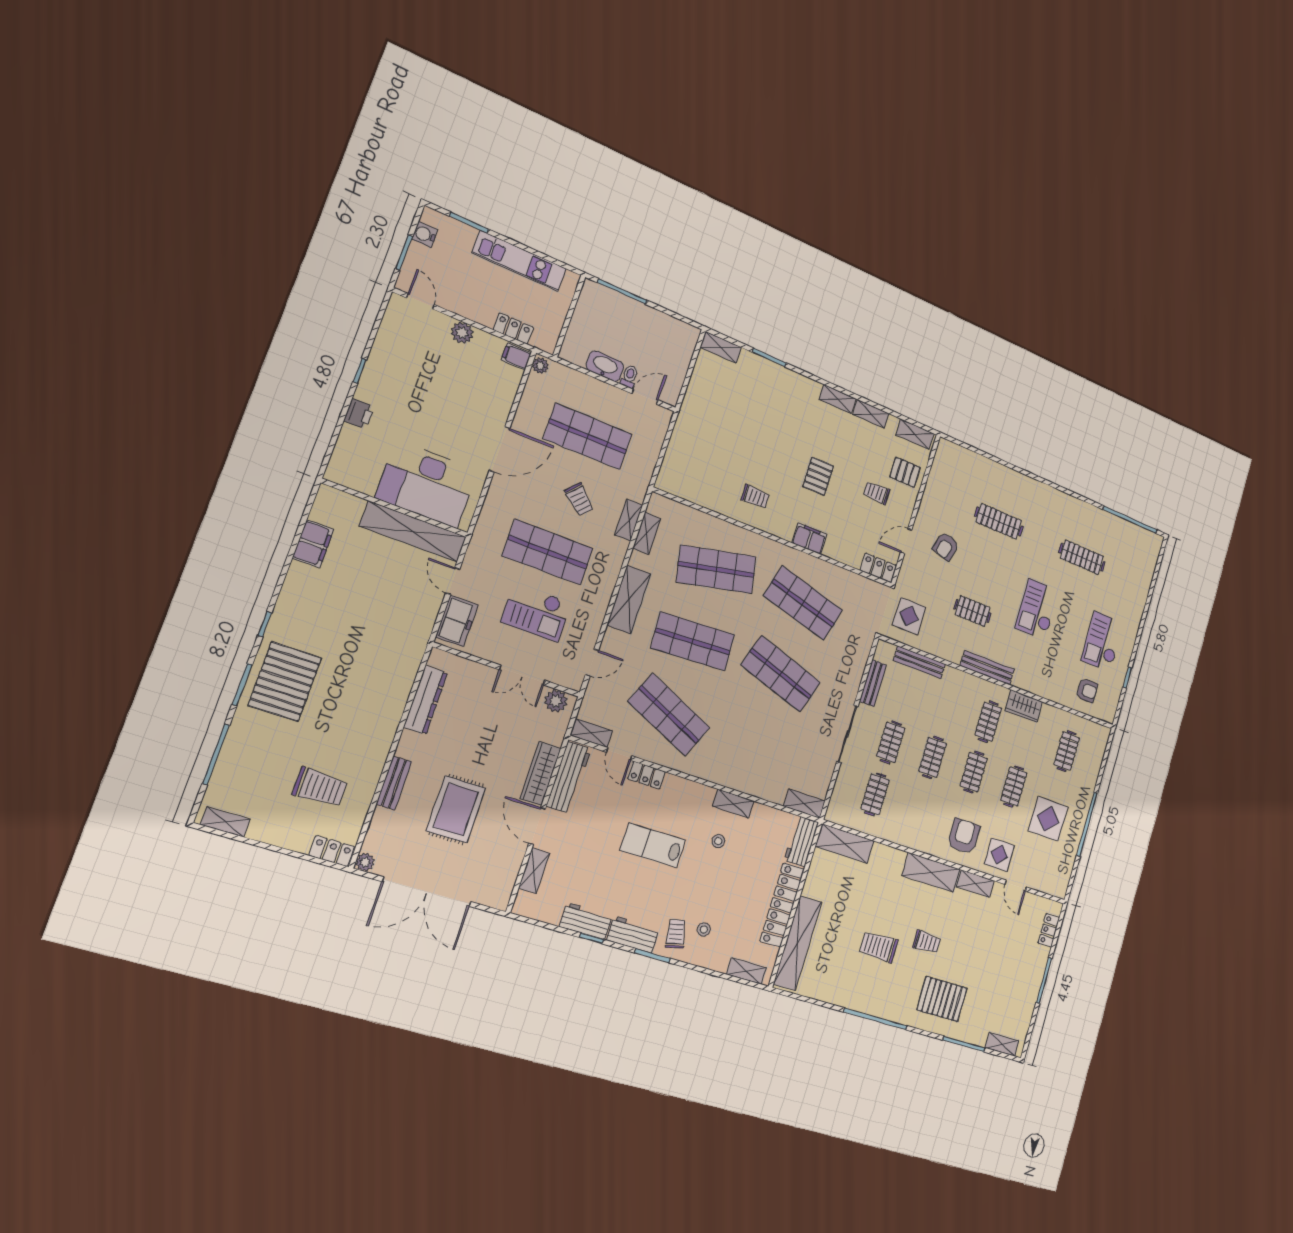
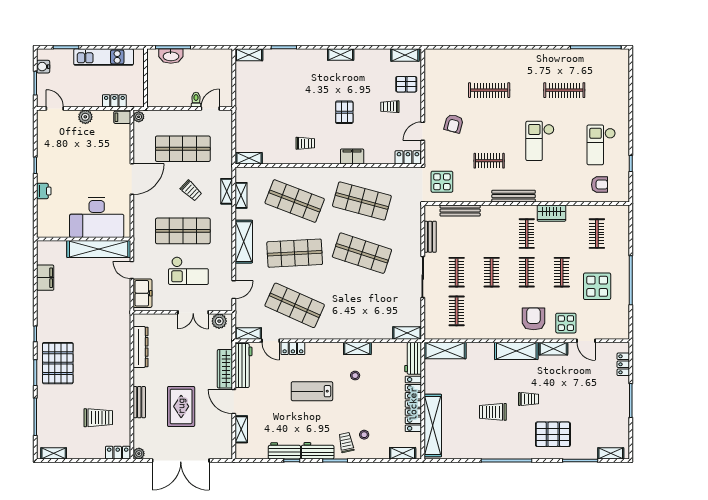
washbasin: (605, 366) -> (171, 56), moved, turned 180
shelving: (871, 414) -> (249, 158), moved
shop shelf: (716, 569) -> (295, 201), turned 33

